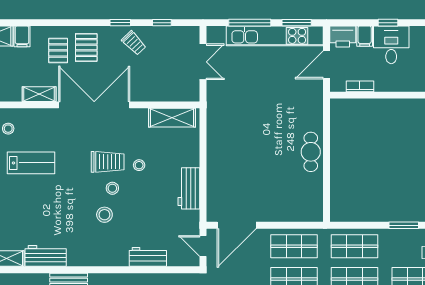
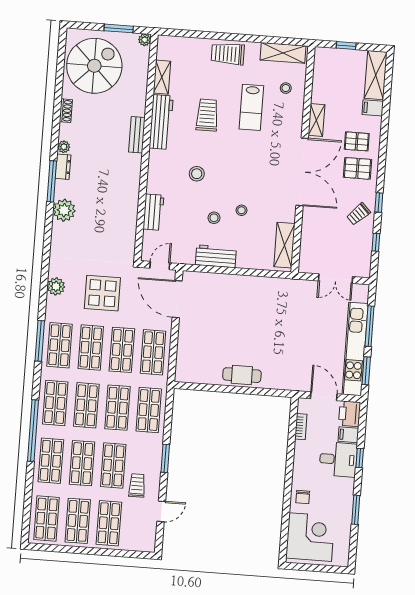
trolley: (108, 162) -> (207, 115), moved, turned 180
stool: (112, 188) -> (214, 218), moved
workbench: (46, 256) -> (161, 122), width x1.38

